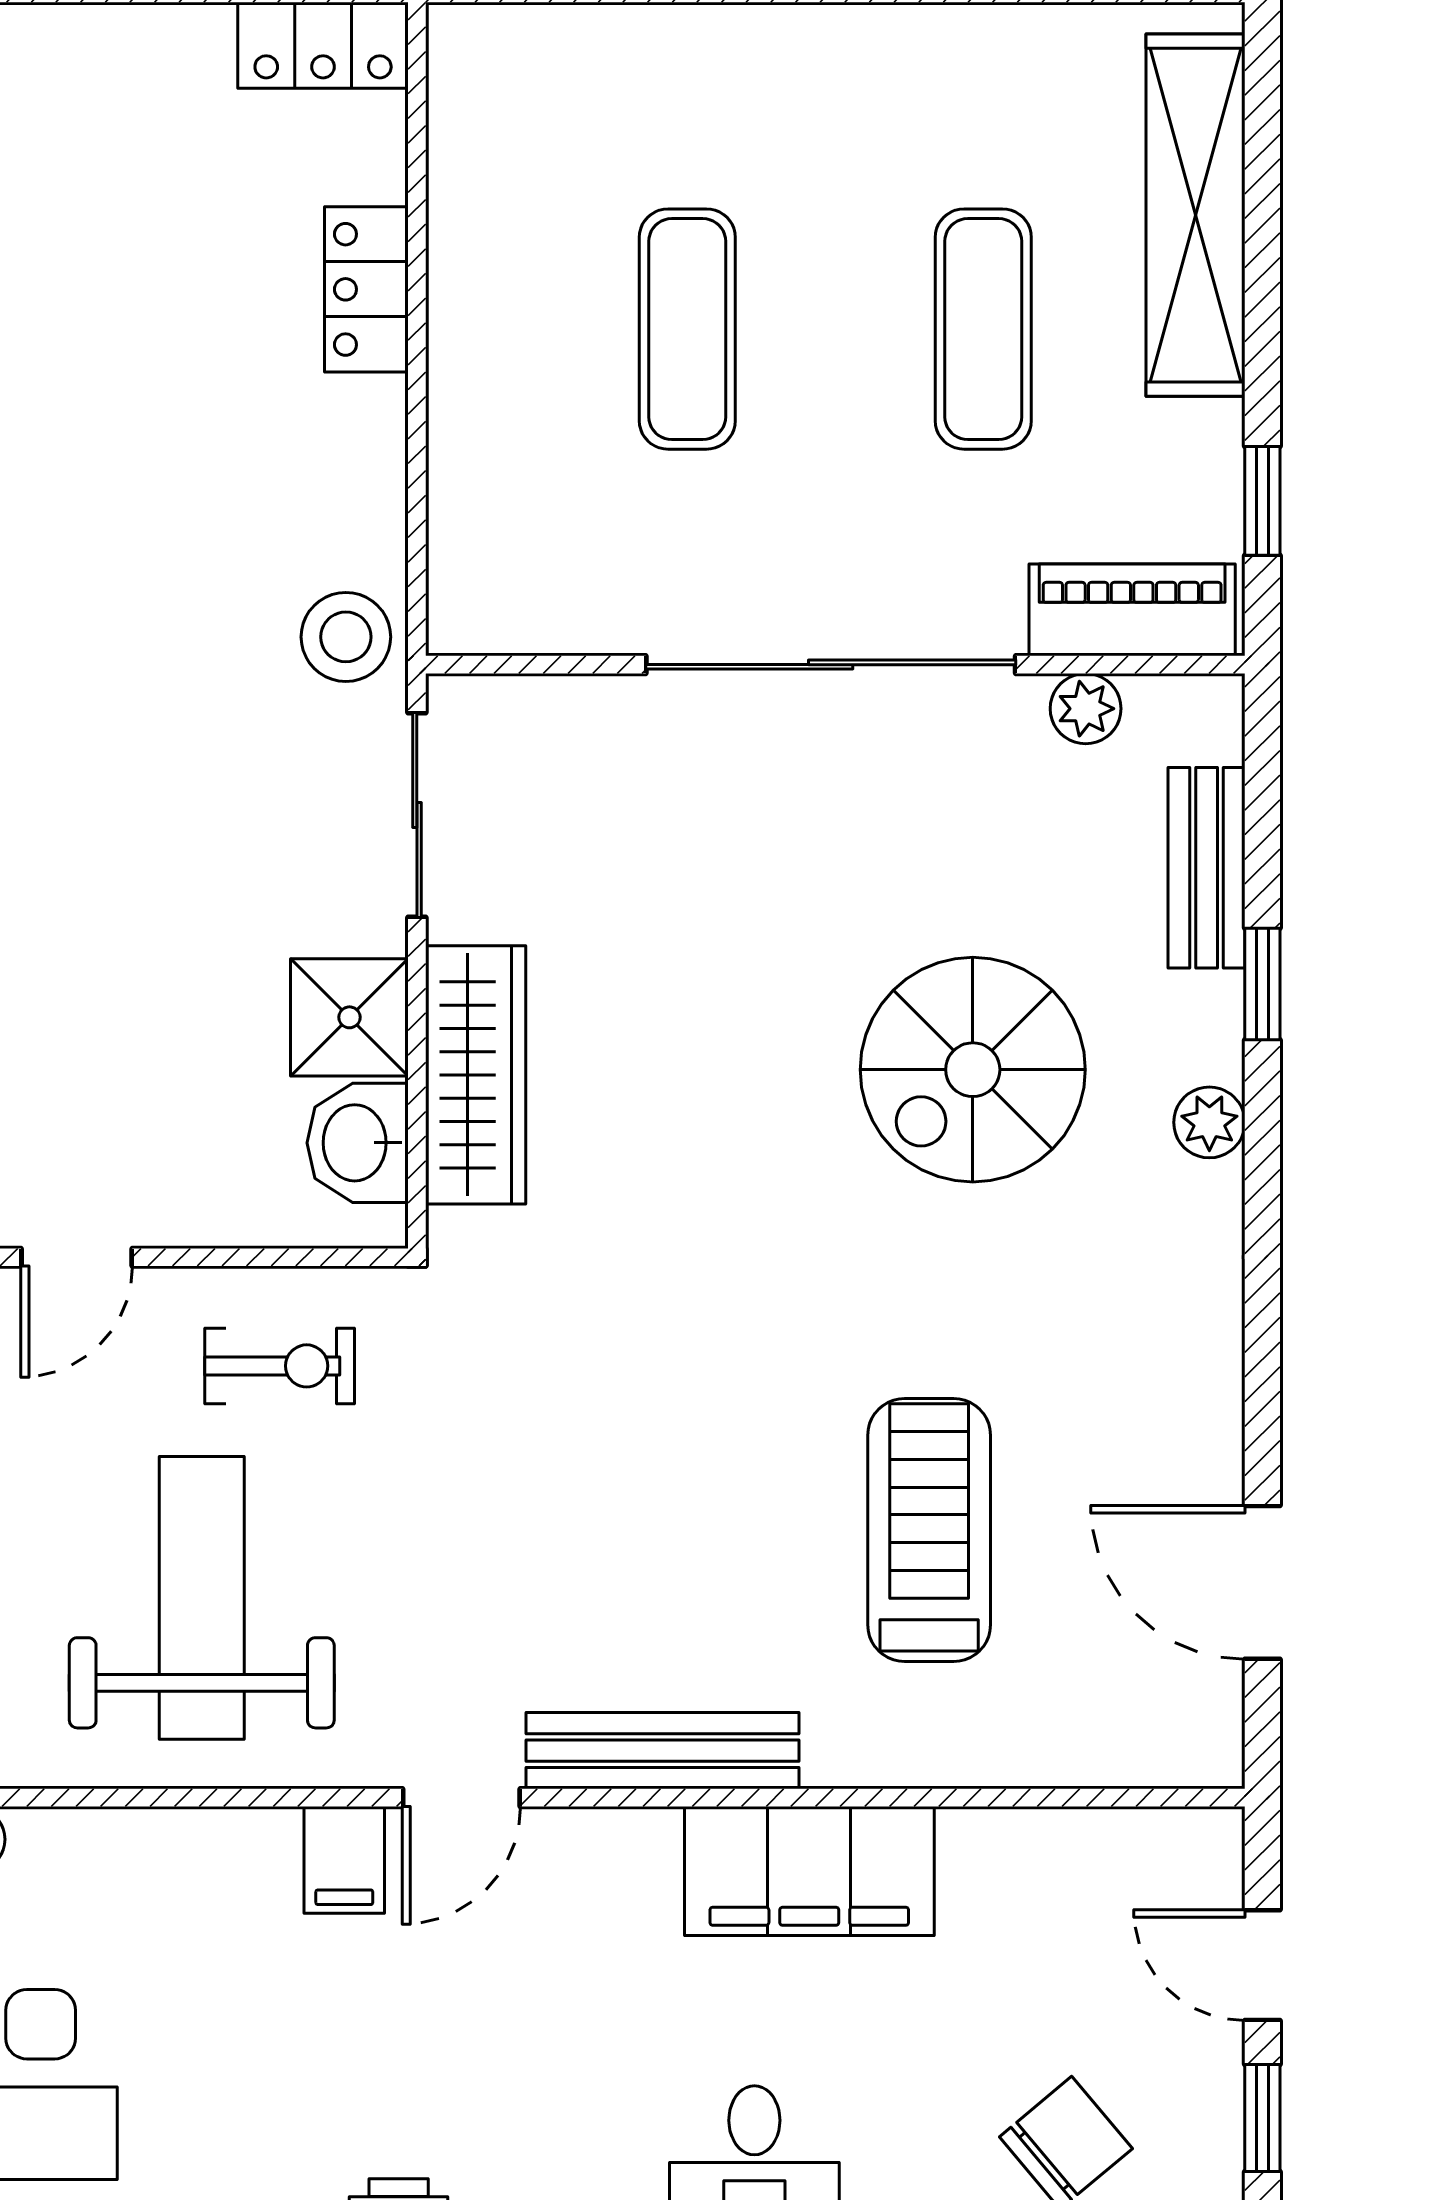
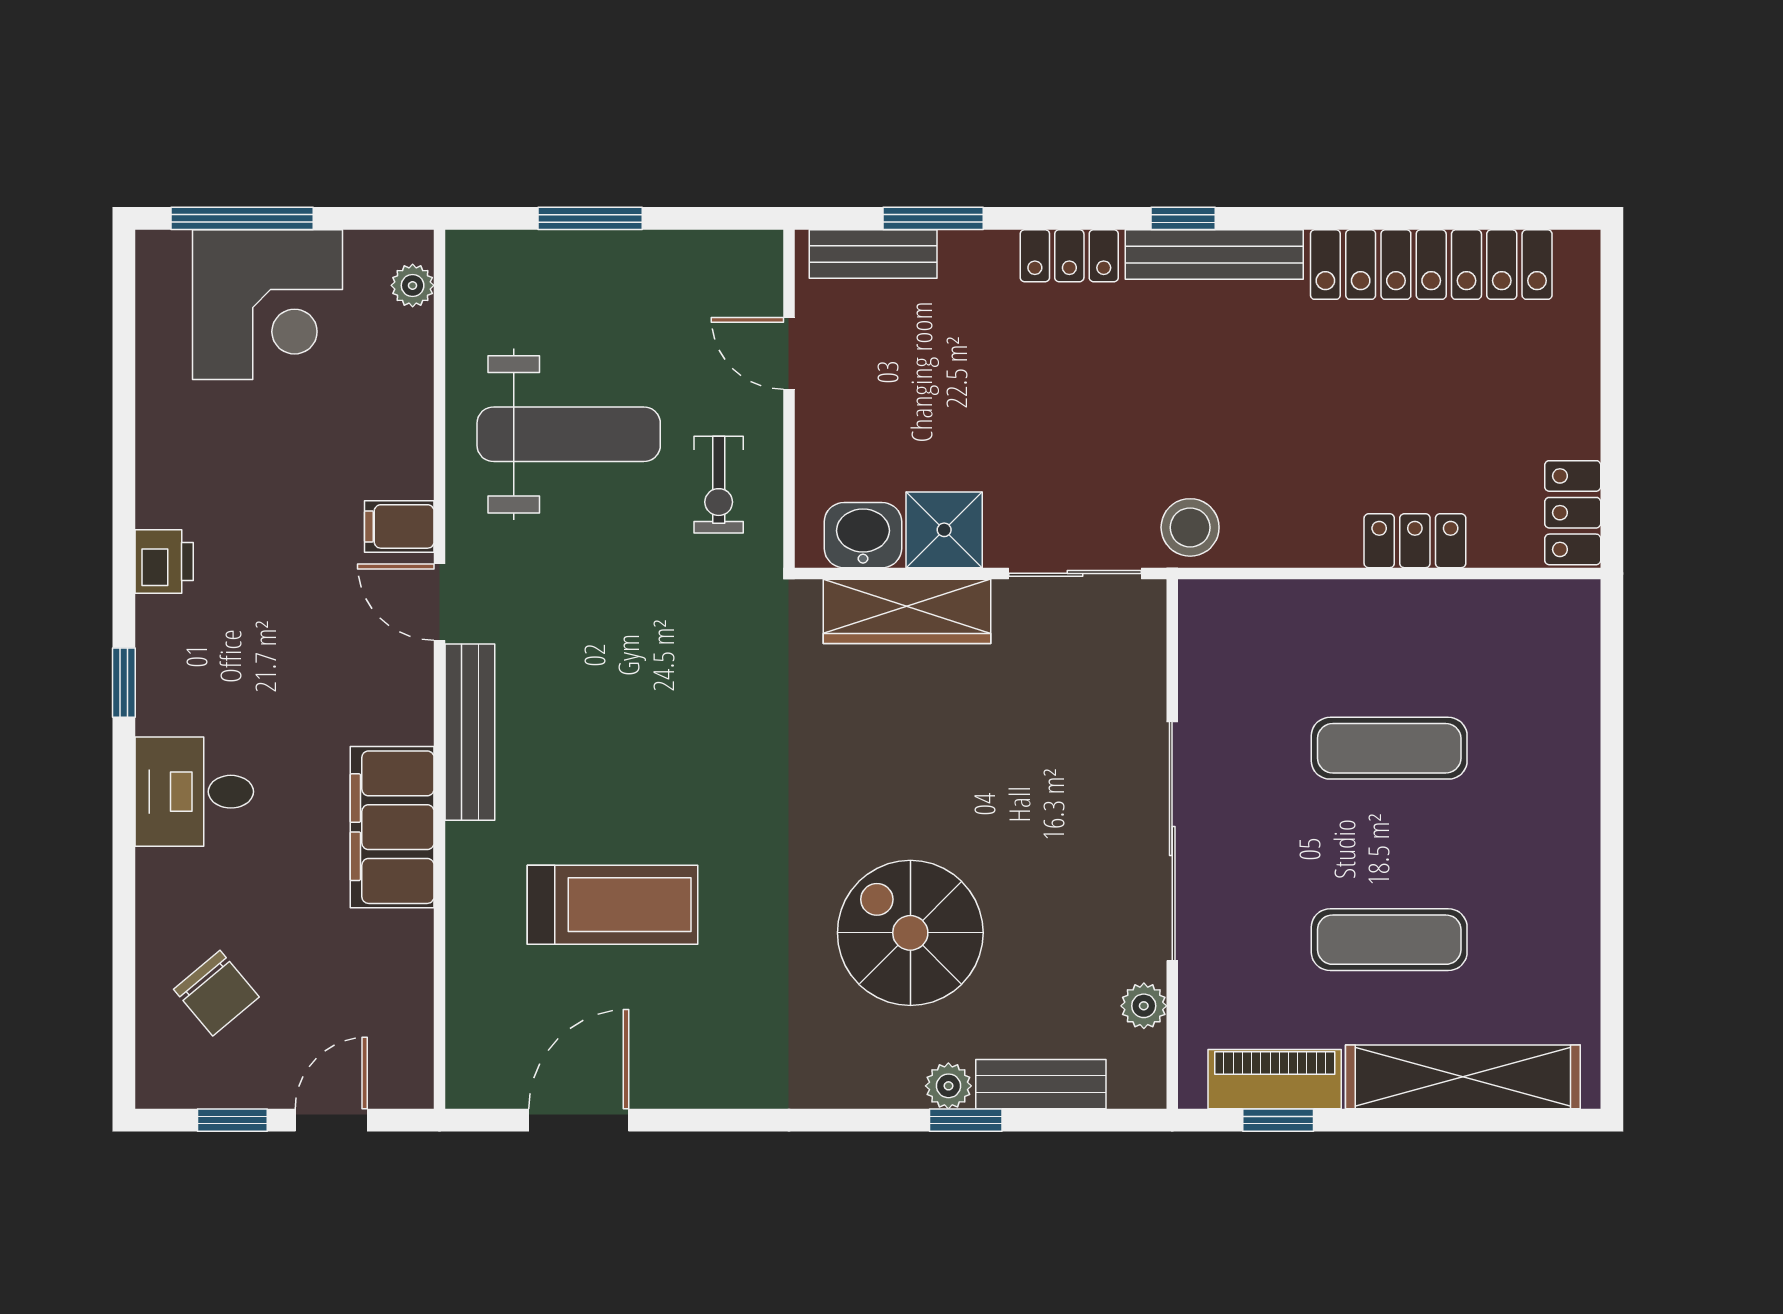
piano: (1132, 610) -> (1275, 1079), moved, turned -90
plant: (1209, 1122) -> (948, 1086), moved

